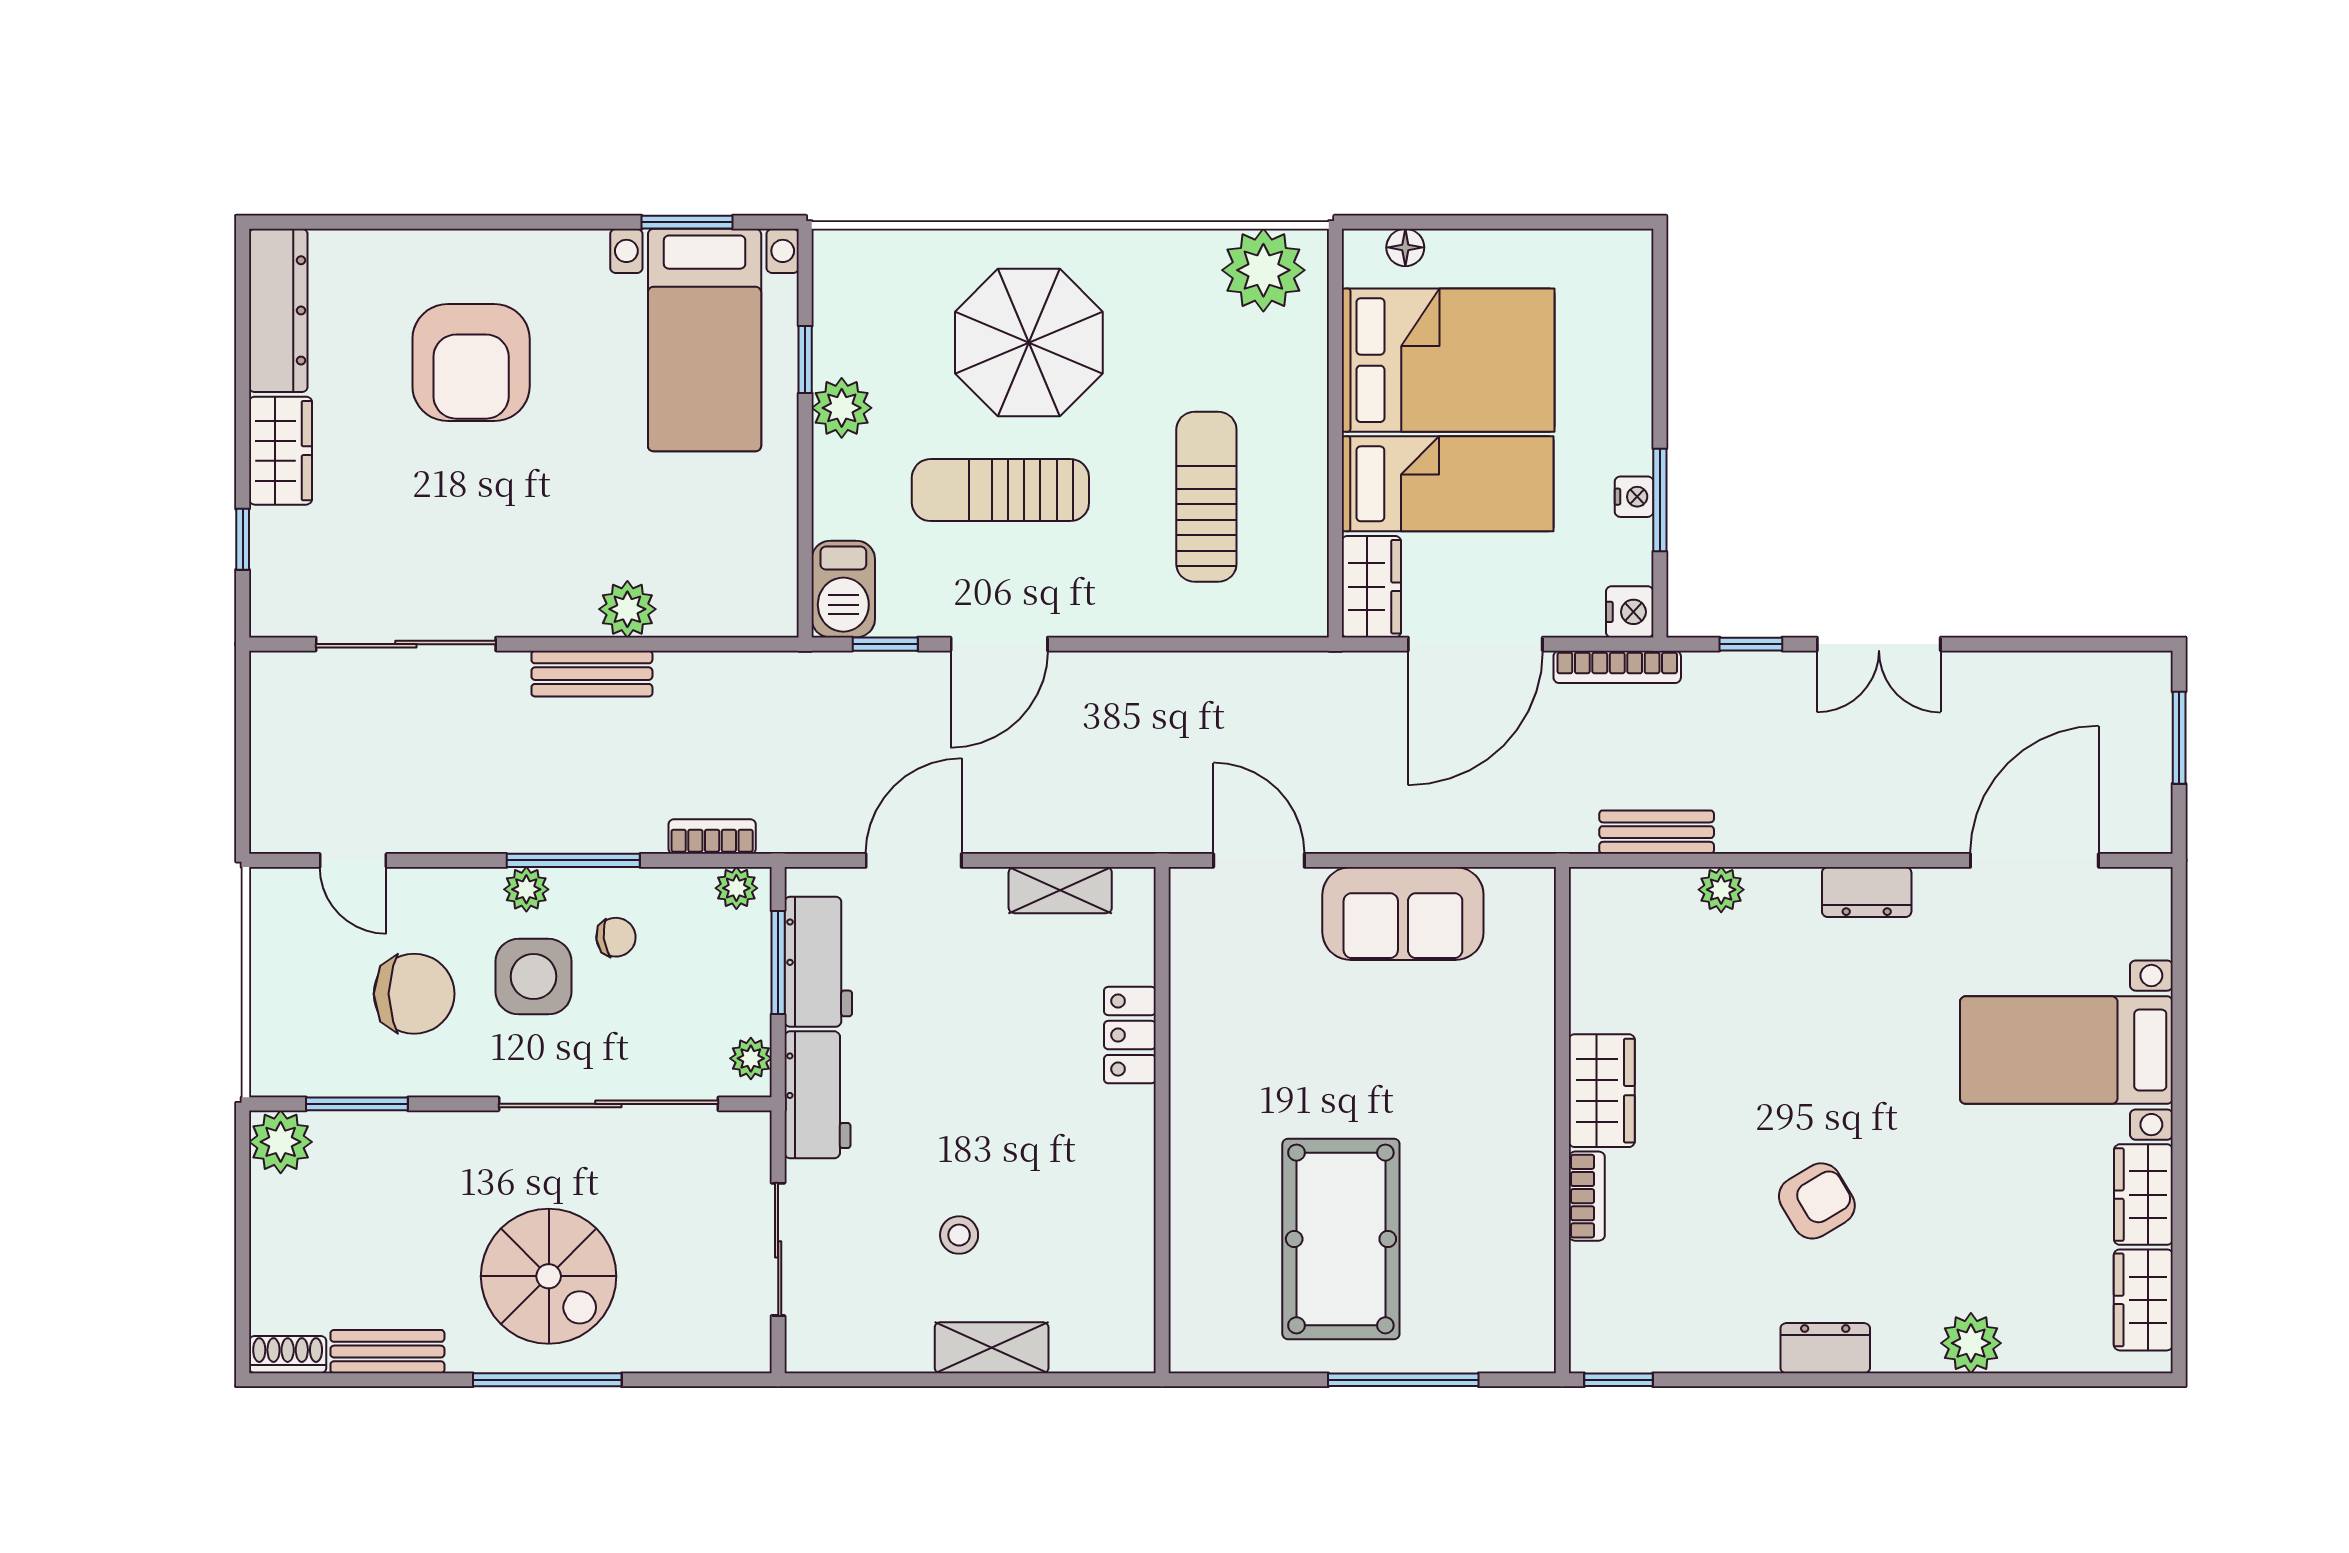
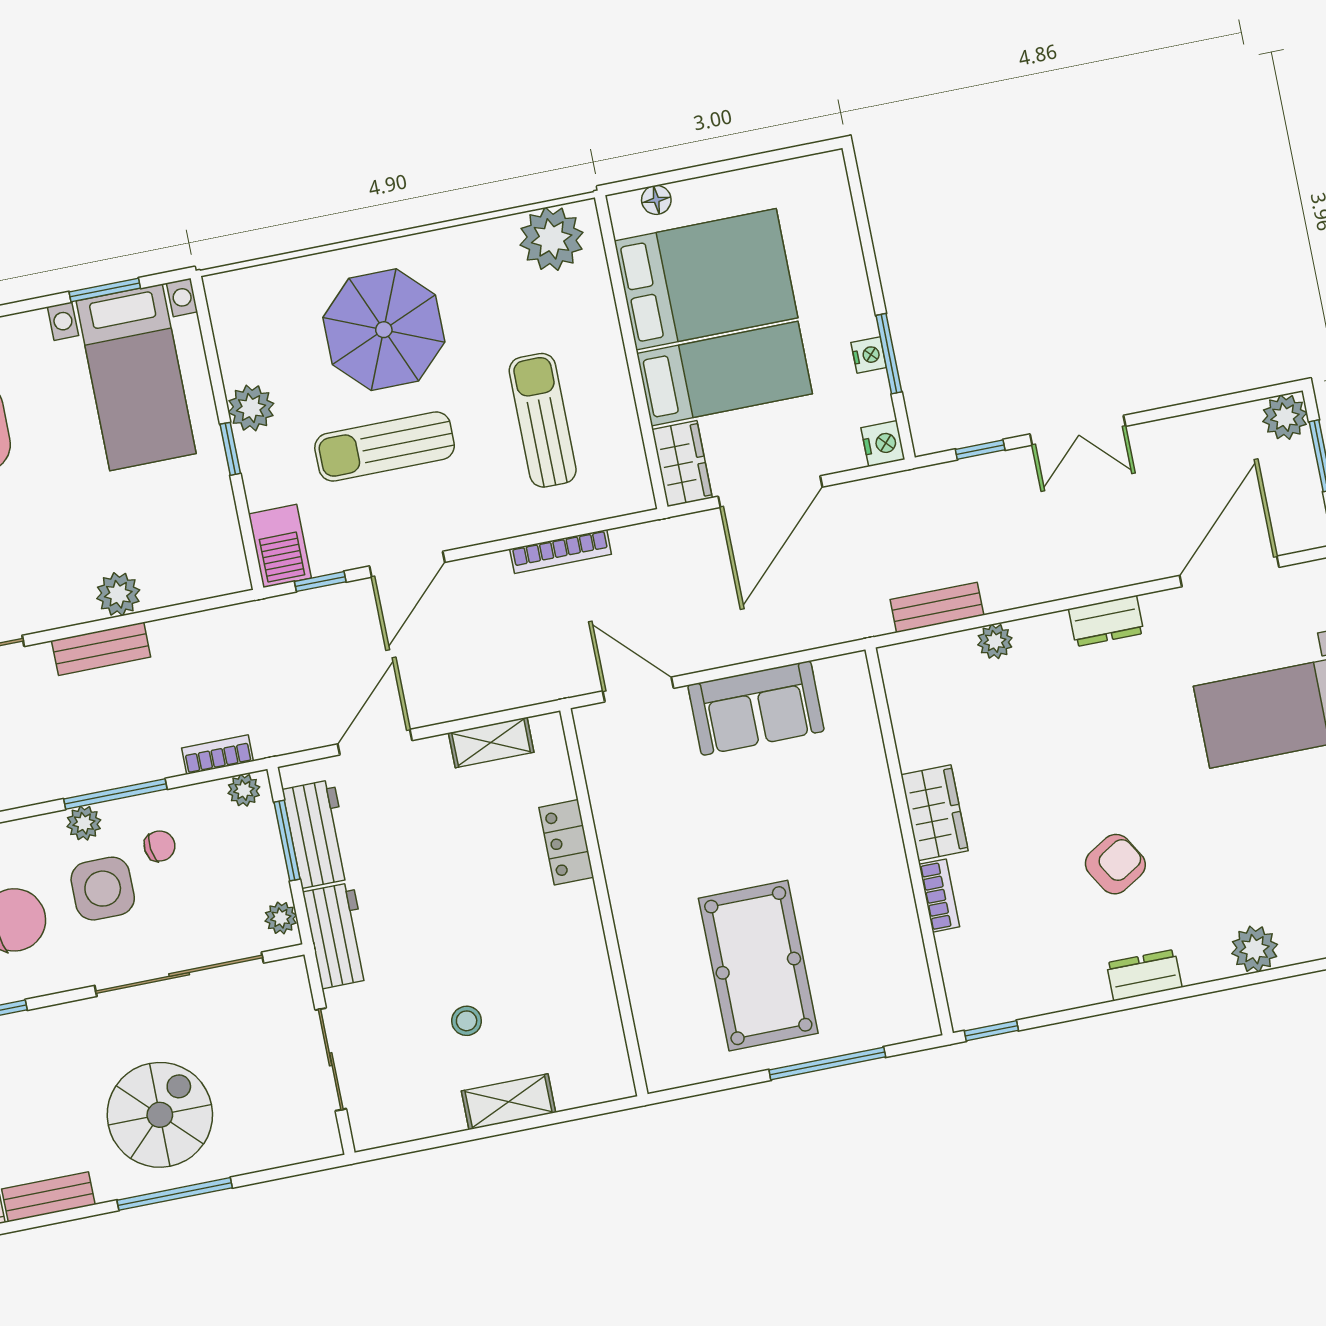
window: (805, 360) -> (230, 449), moved
bookcase: (1617, 667) -> (561, 552), moved
plant: (2143, 680) -> (1285, 417), added
spiral stairs: (549, 1276) -> (160, 1115), turned -90

